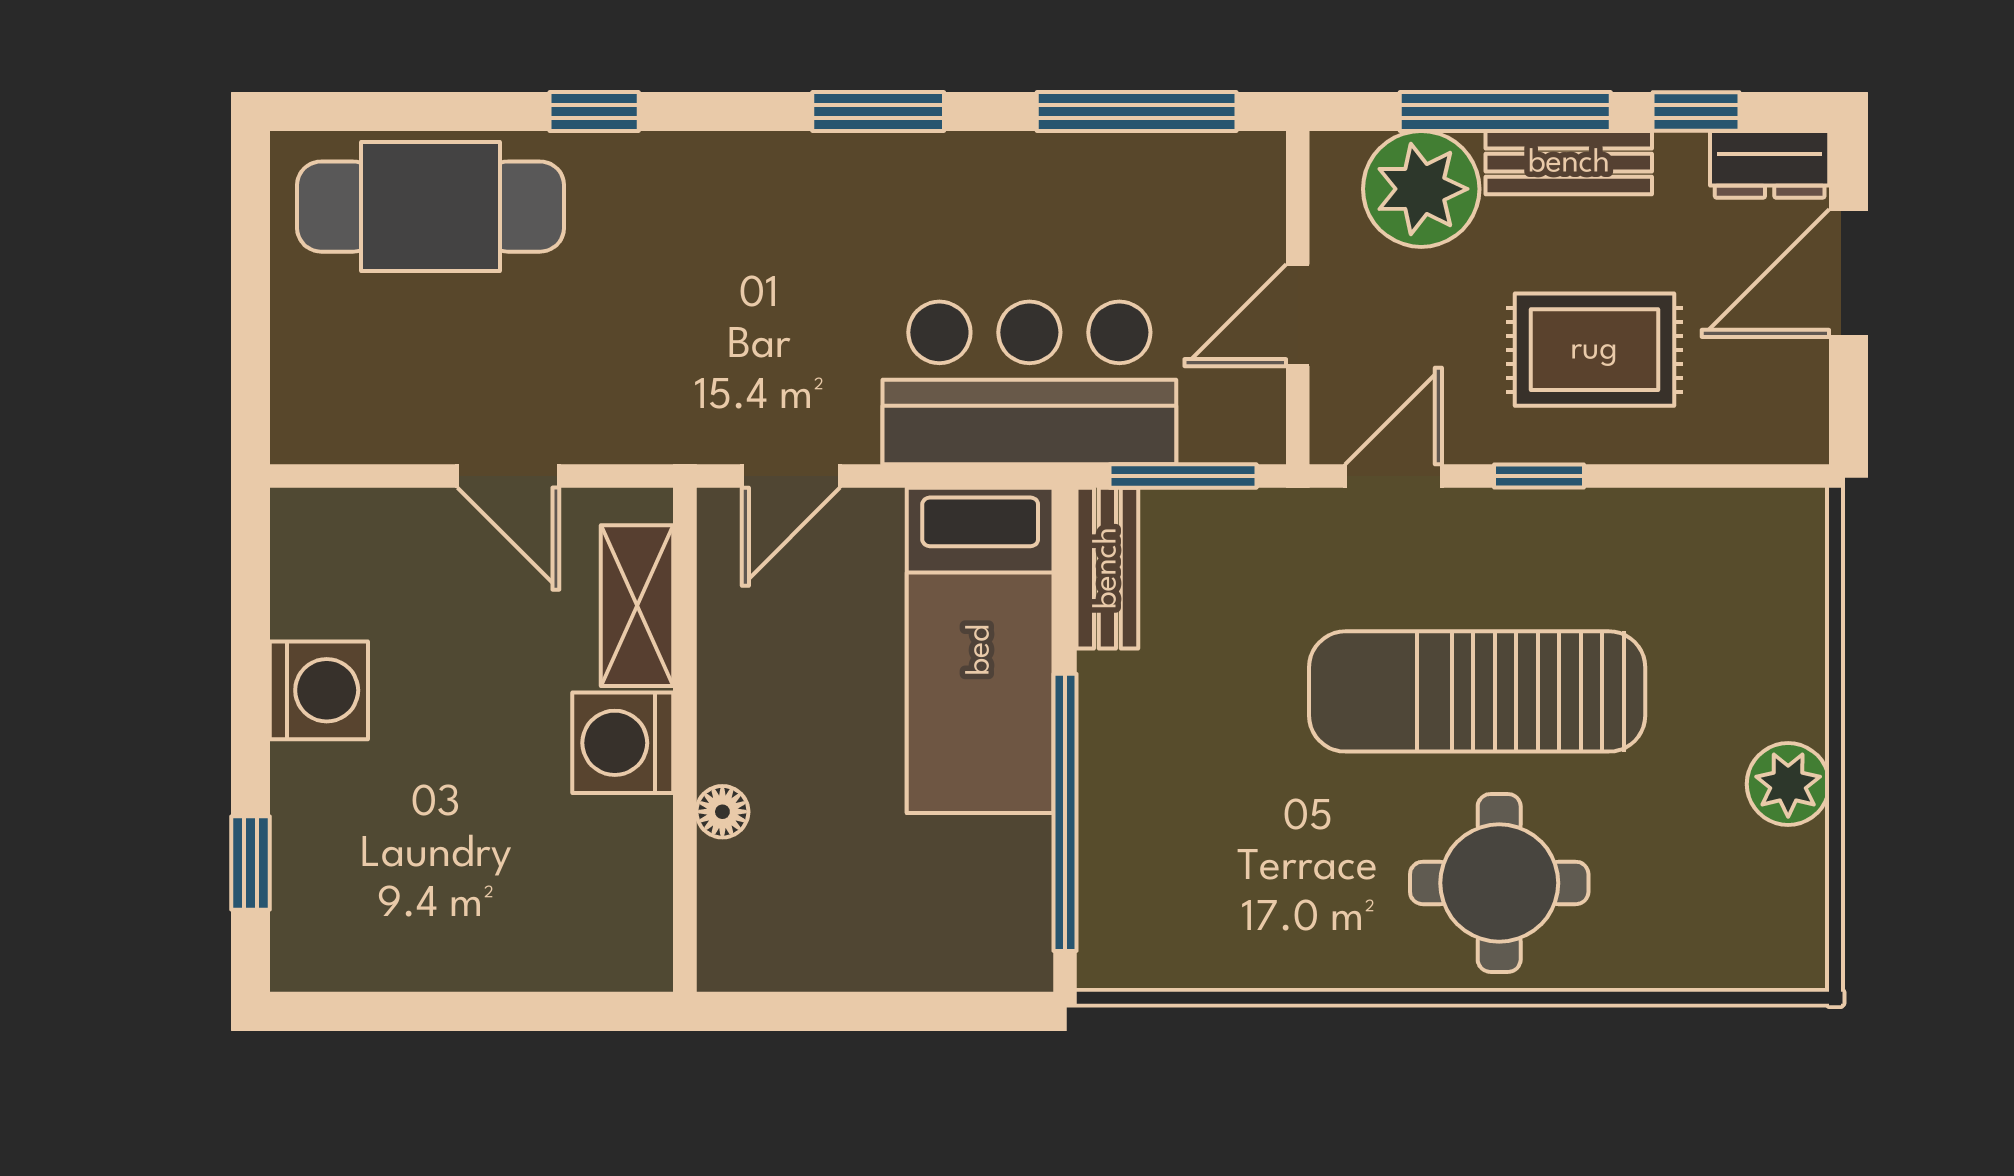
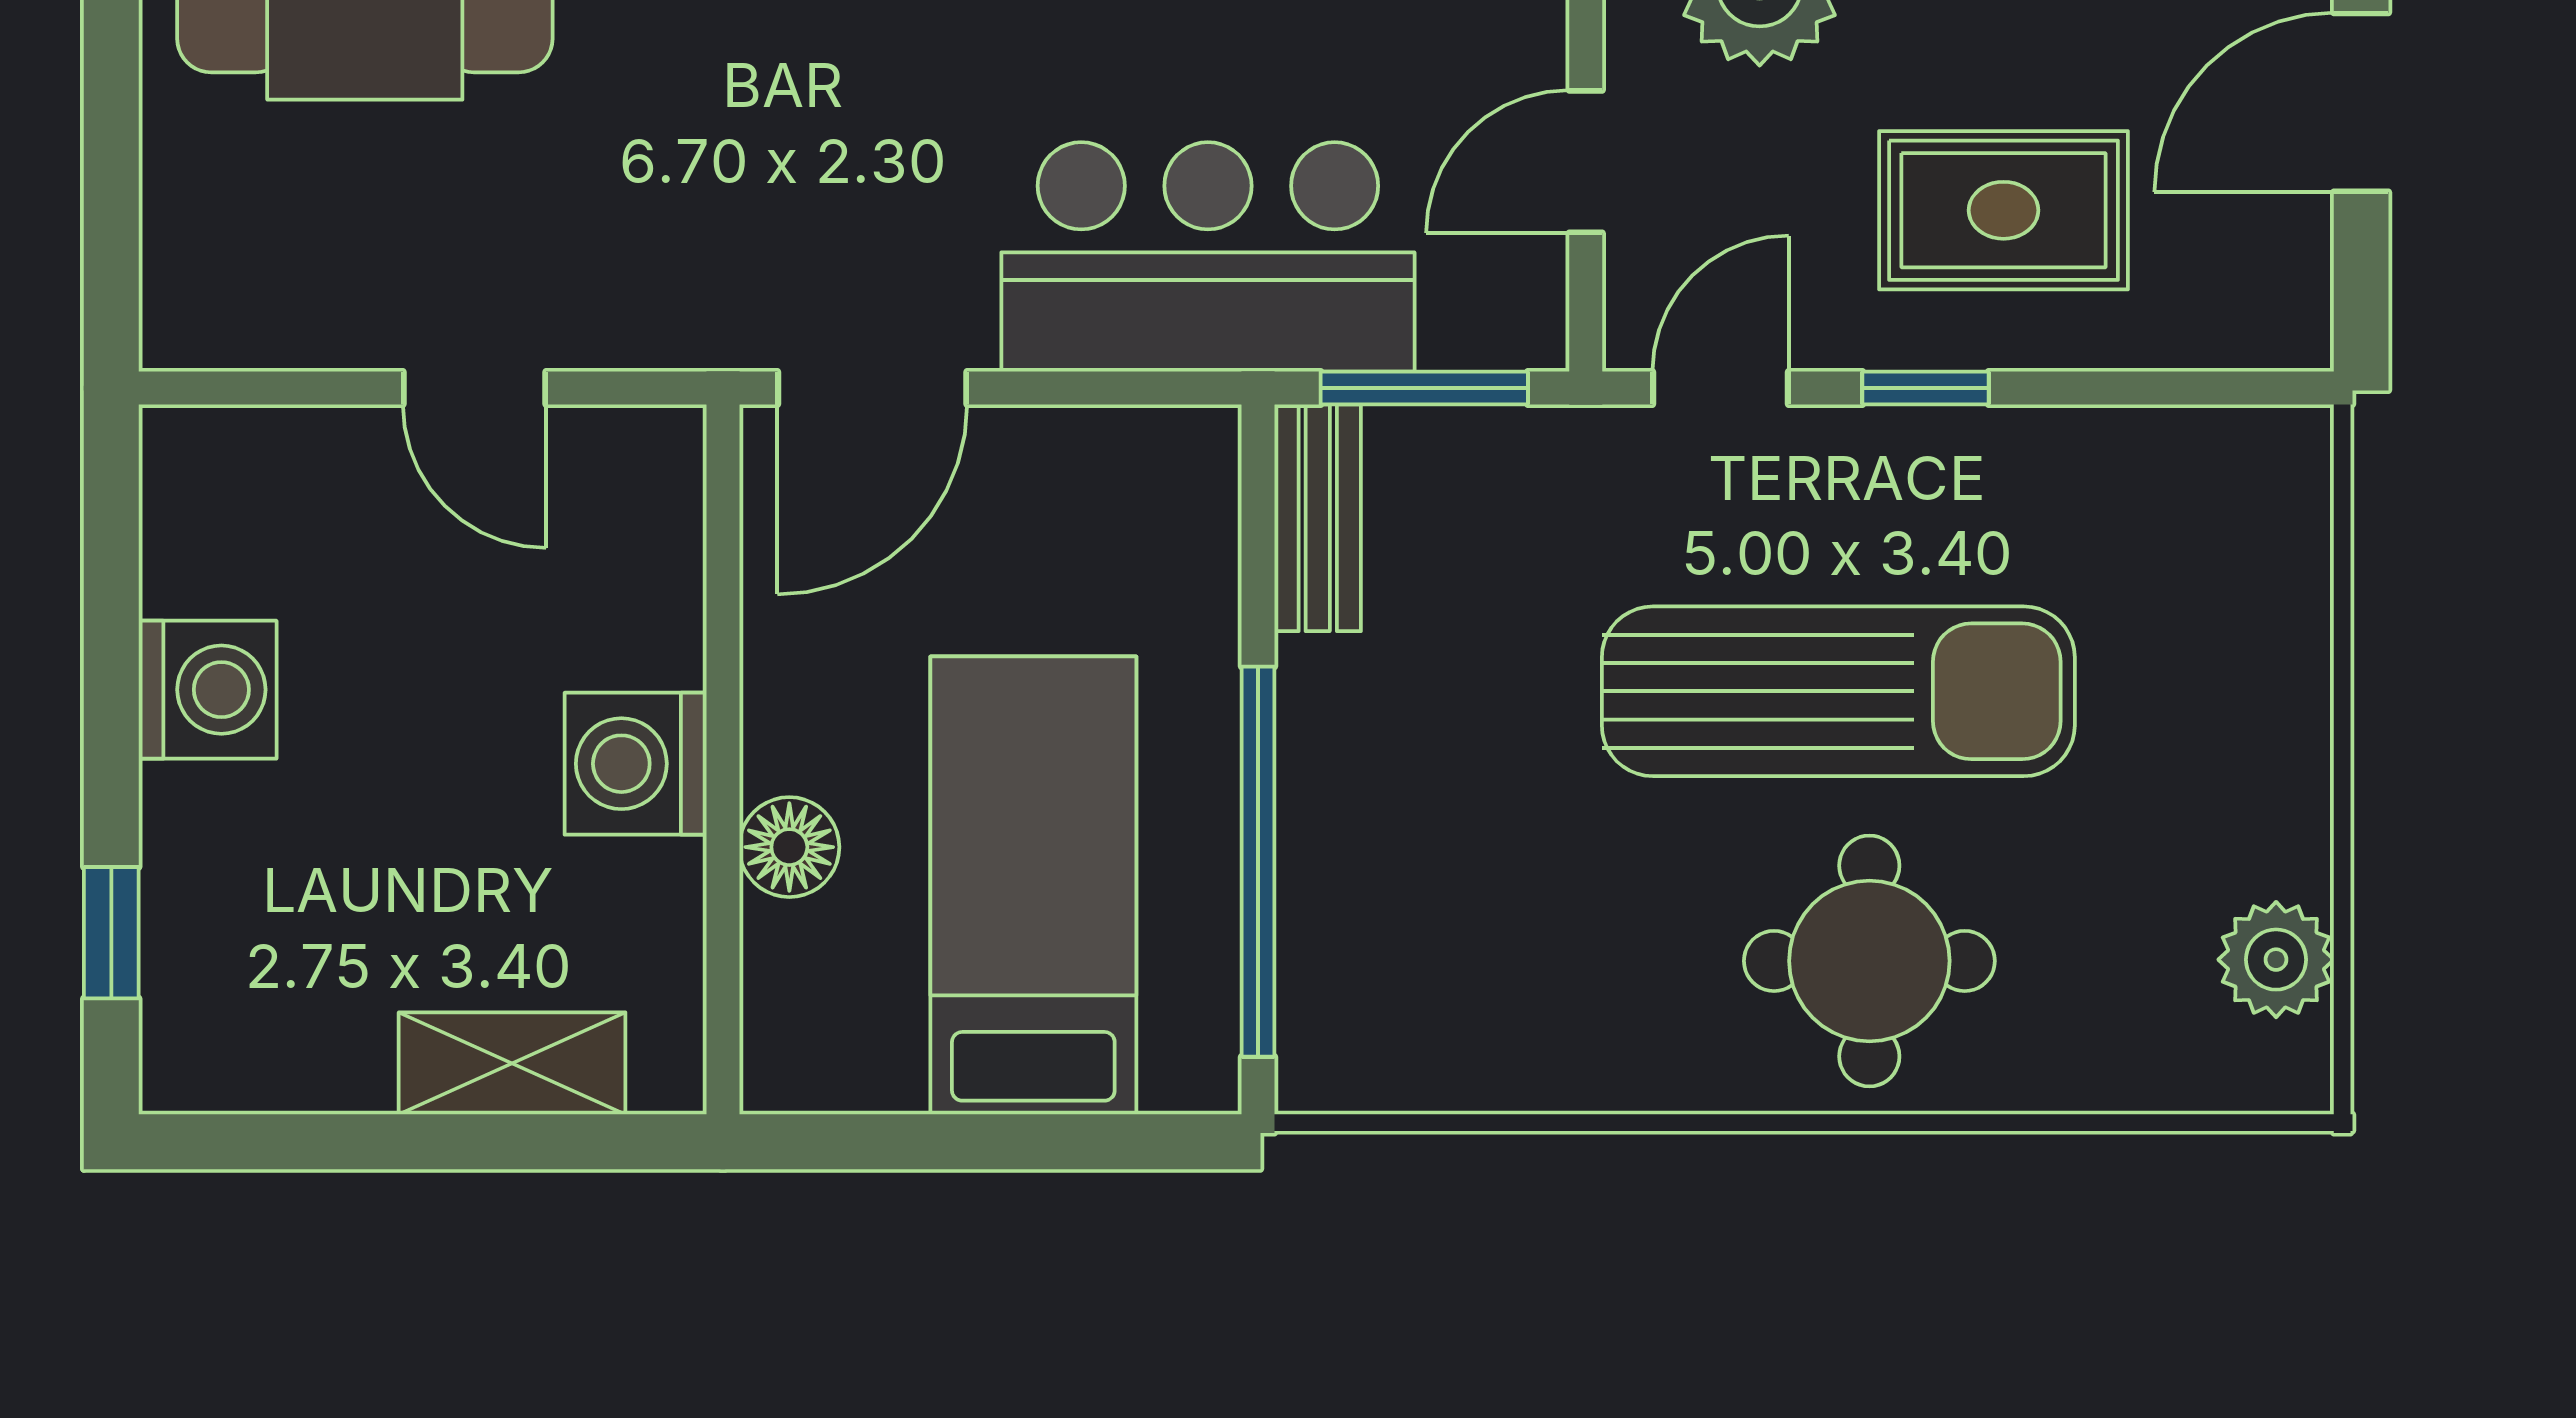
door: (791, 476) -> (872, 388), width x1.38
shelving: (637, 606) -> (512, 1063), moved, turned 90
bed: (980, 650) -> (1033, 885), moved, turned 180
sun lounger: (1477, 691) -> (1838, 691), turned 180
plant: (1788, 784) -> (2276, 960), moved
floor lamp: (722, 812) -> (789, 847), width x1.37, depth x1.37

